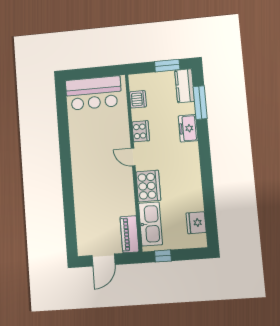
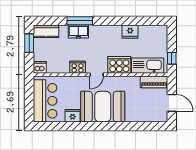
dishwasher: (138, 99) -> (40, 67), moved
window: (200, 103) -> (80, 21), moved
fridge: (77, 130) -> (73, 116), added
booth: (92, 169) -> (103, 107), added
fridge: (196, 223) -> (130, 32), moved

